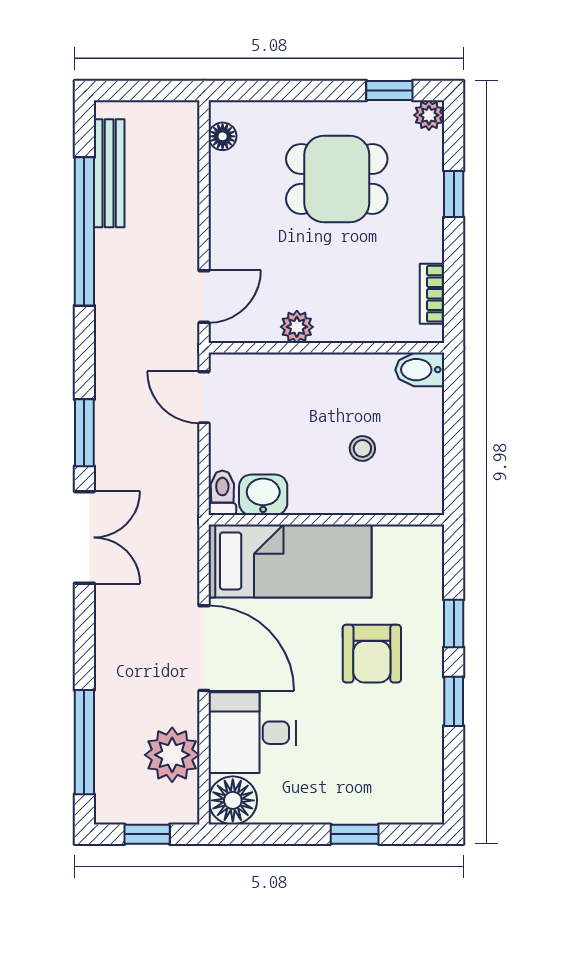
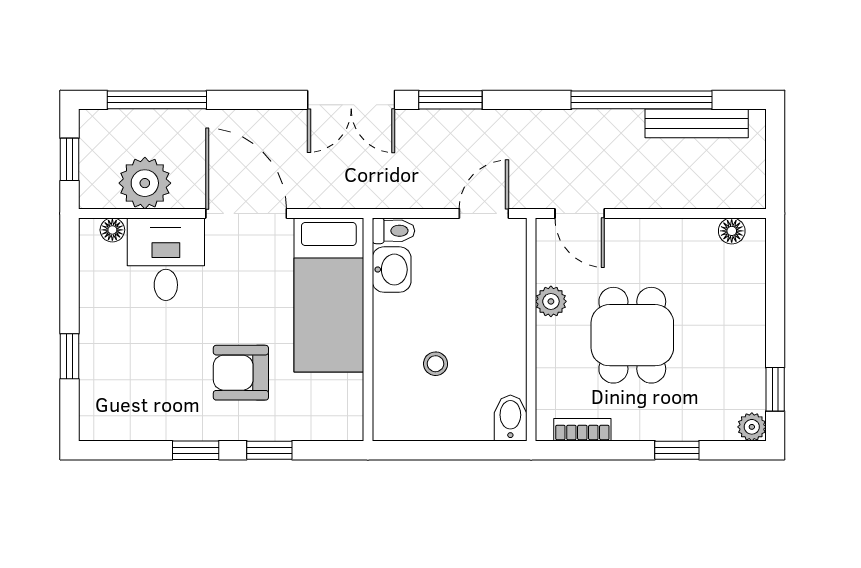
dining table: (337, 179) -> (632, 335), moved
door: (204, 648) -> (246, 213), swing flipped
floor lamp: (233, 800) -> (112, 230), width x0.53, depth x0.53

